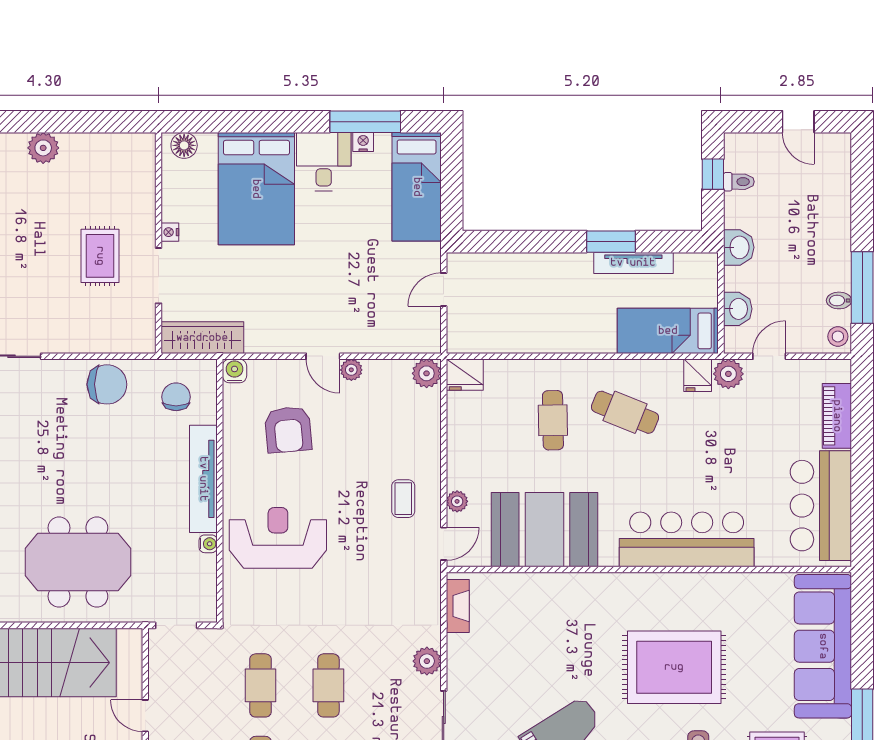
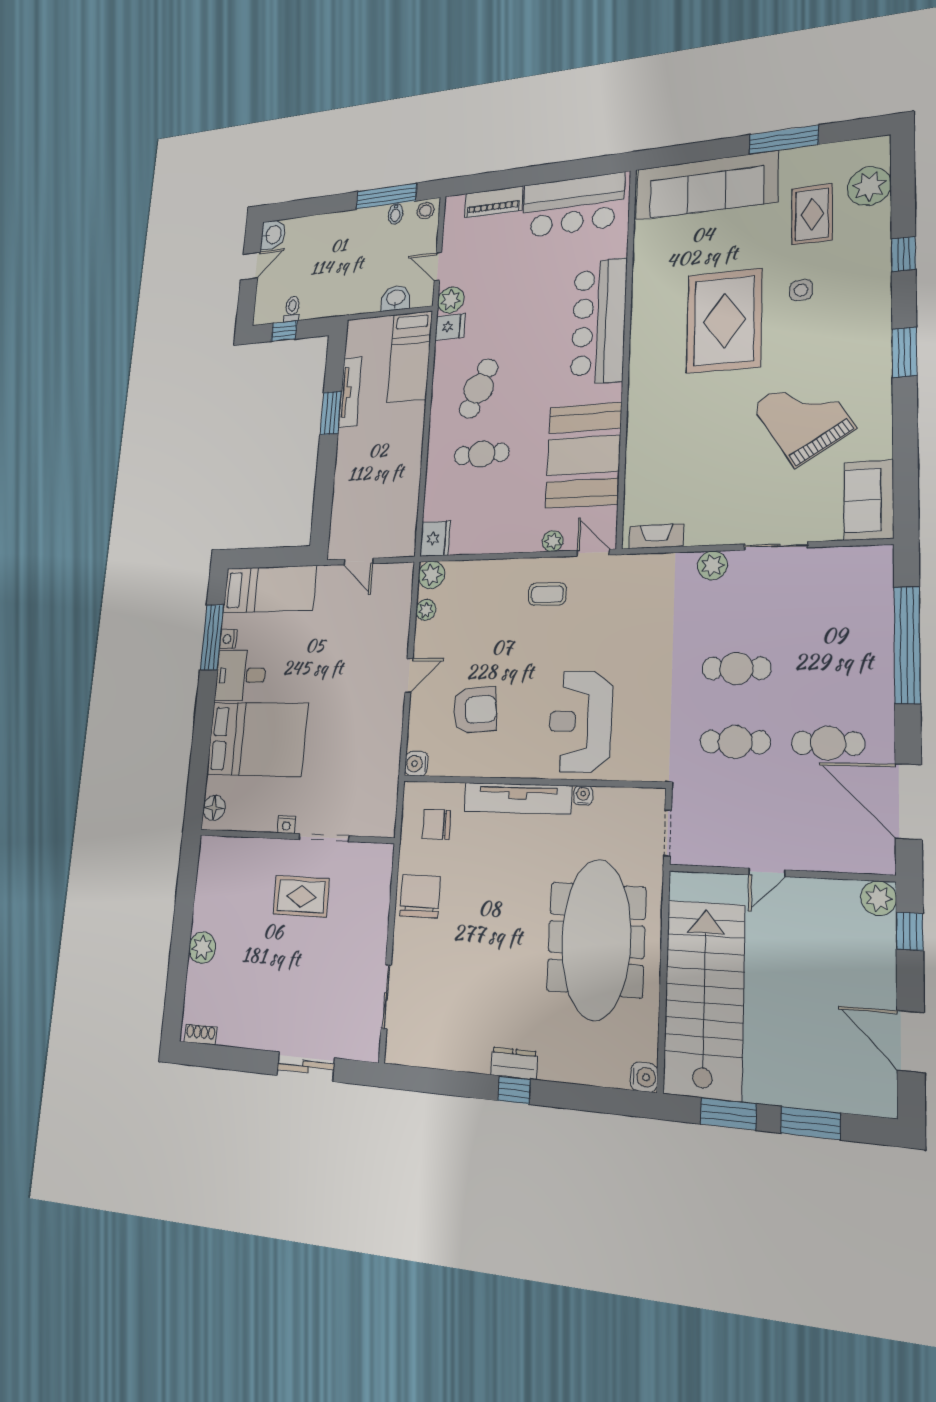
washbasin: (739, 247) -> (273, 235), moved, turned 90
wardrobe: (202, 338) -> (383, 795), removed
plant: (351, 370) -> (426, 610), moved
meeting table: (78, 562) -> (596, 939), width x1.36

